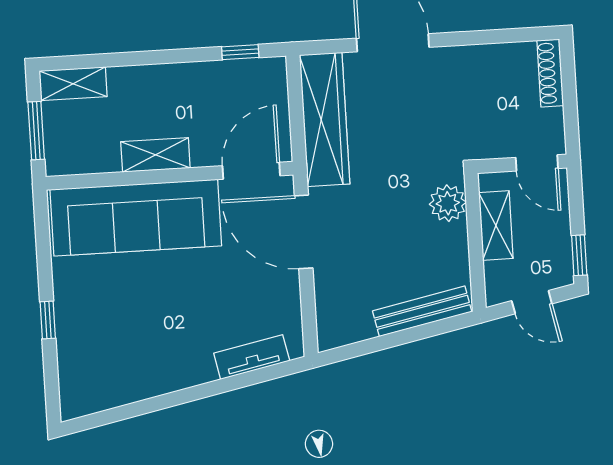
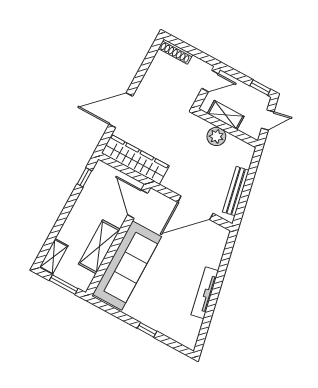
shelving: (155, 155) -> (99, 247), width x1.50, depth x1.33
plant: (448, 203) -> (216, 136), moved
door: (304, 232) -> (195, 208), moved
bench: (422, 311) -> (236, 191), moved
tv unit: (252, 357) -> (205, 293), moved, width x1.41

